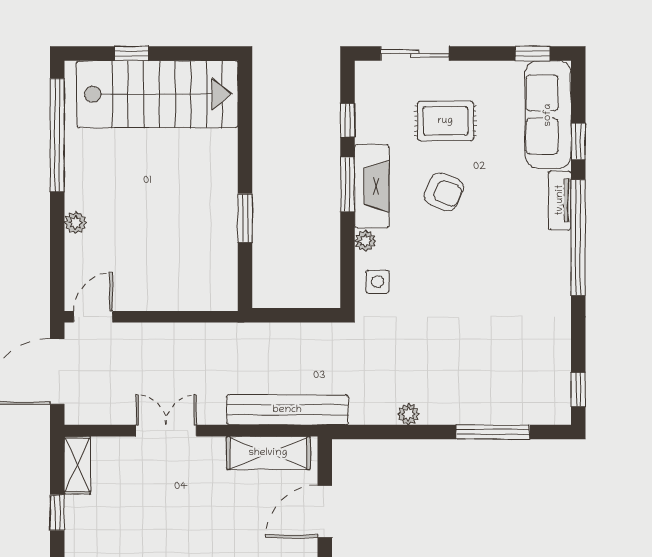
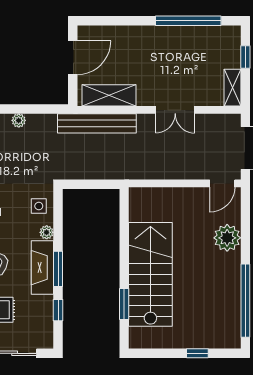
stairs: (157, 94) -> (150, 274), moved, turned 90
window: (245, 218) -> (124, 304), moved
plant: (76, 223) -> (227, 238), width x1.87, depth x1.87

